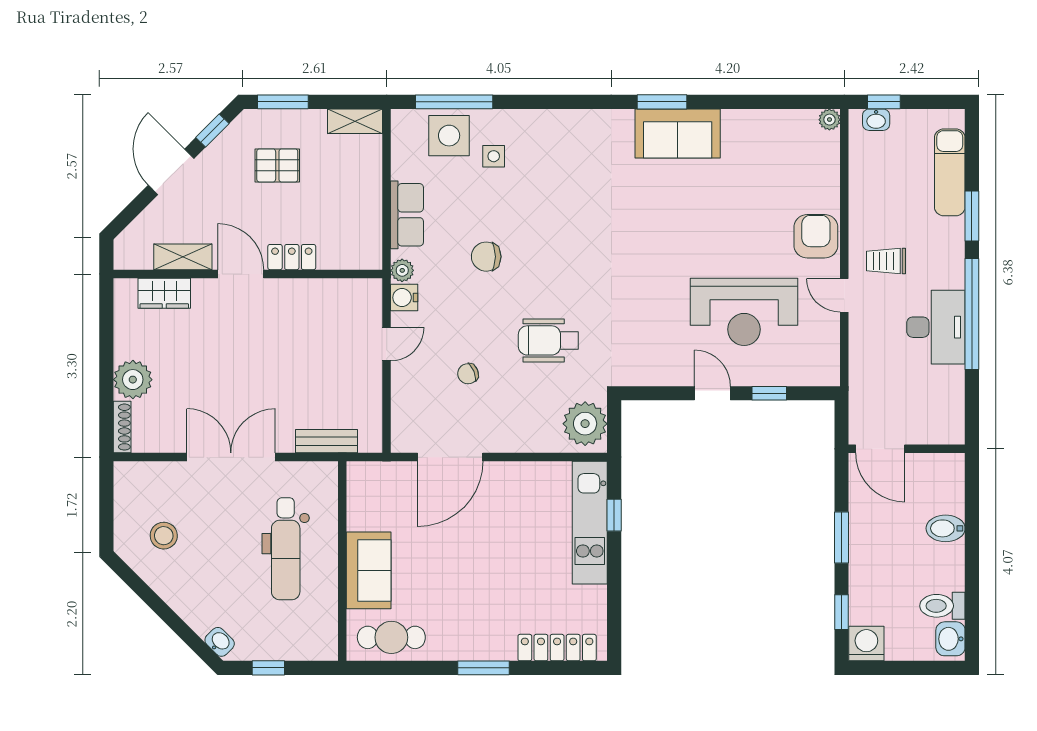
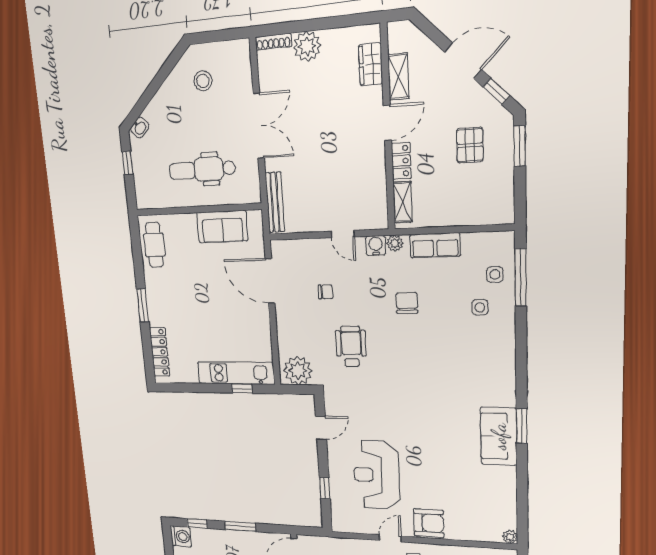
shelving: (355, 121) -> (403, 202), moved
side table: (449, 136) -> (495, 275), width x0.54, depth x0.54
chair: (468, 374) -> (326, 292), turned 112
door: (712, 393) -> (321, 428), moved
bench: (327, 441) -> (275, 202), width x1.36
sofa: (369, 570) -> (222, 227), moved

